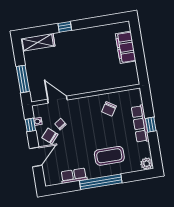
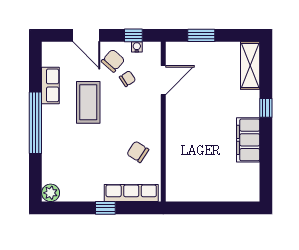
filing cabinet: (126, 47) -> (248, 140), moved, turned -90
window: (23, 79) -> (201, 35), width x0.69
row of seats: (140, 124) -> (131, 193), moved
coffee table: (109, 156) -> (88, 102), moved

